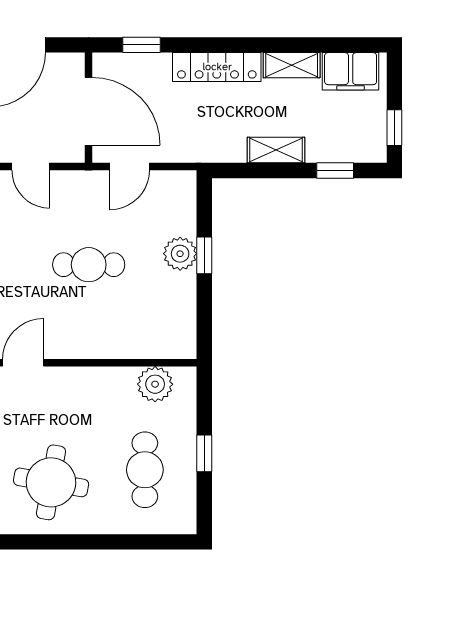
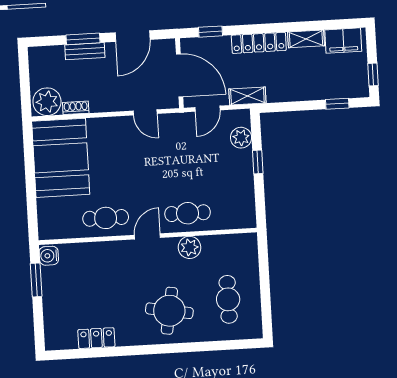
shelving: (276, 150) -> (247, 96), moved
plant: (180, 254) -> (241, 138), moved
cafe table: (89, 265) -> (188, 213), moved
plant: (155, 384) -> (190, 247), moved
window: (204, 453) -> (265, 287), removed

